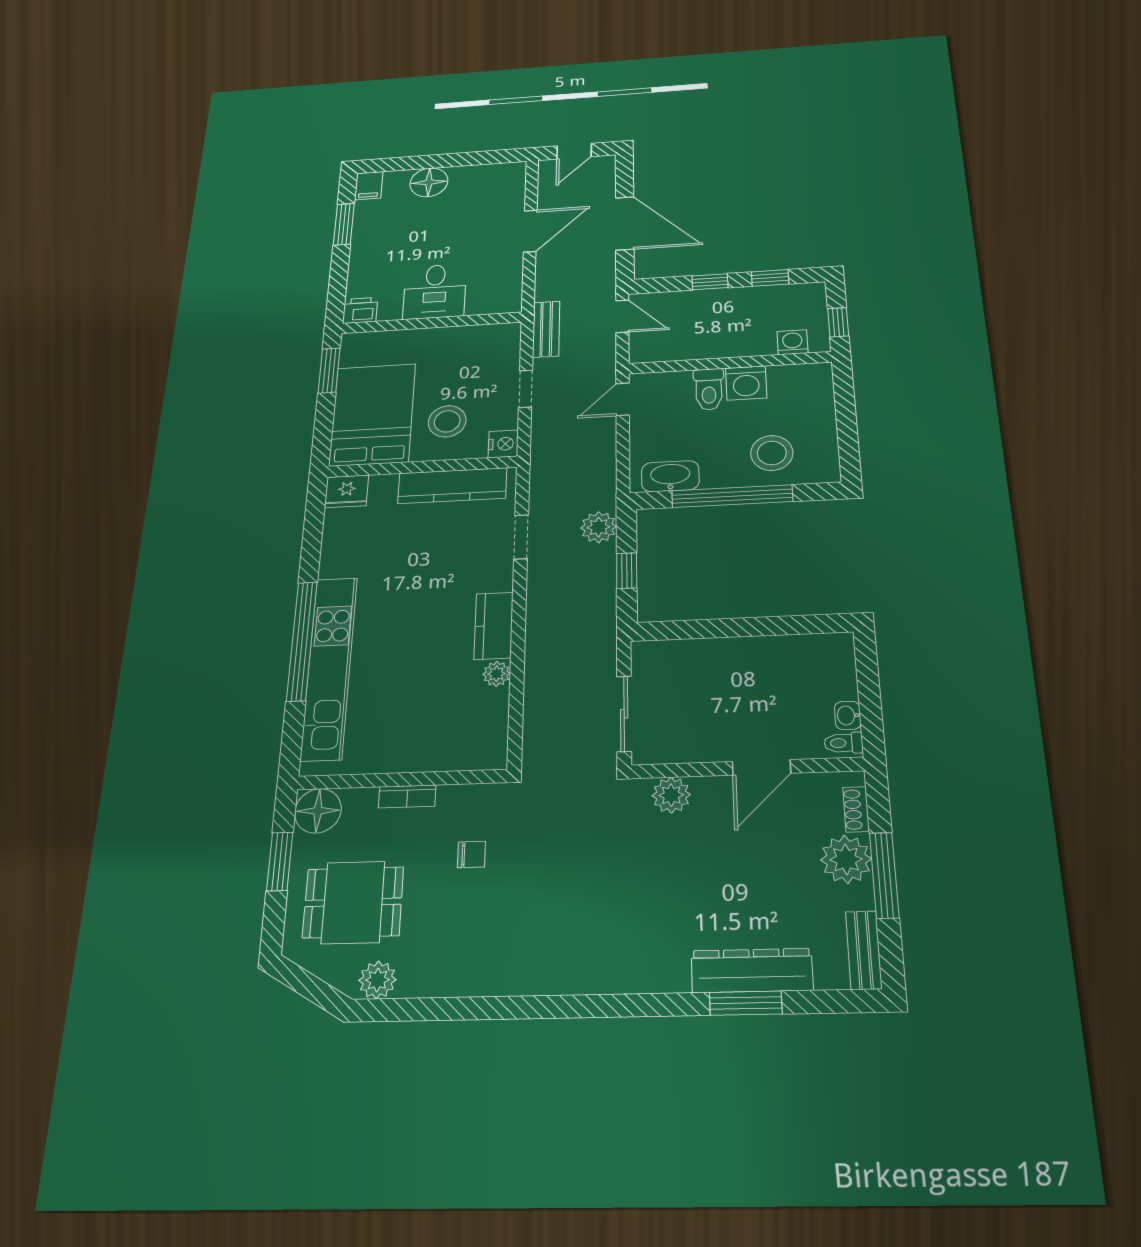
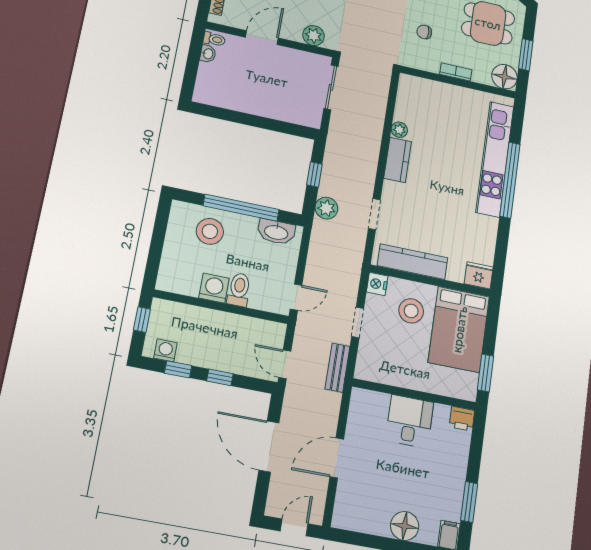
washing machine: (792, 342) -> (165, 350), moved, turned 180

